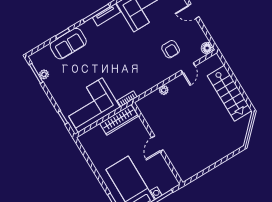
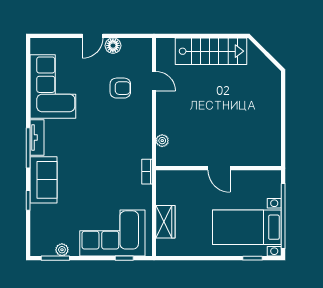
sofa: (68, 44) -> (44, 180), moved
floor lamp: (207, 48) -> (113, 46), moved
plant: (164, 90) -> (162, 141), moved
corner sofa: (90, 105) -> (112, 233), moved, turned 90
wardrobe: (119, 120) -> (165, 222), moved, width x0.67

